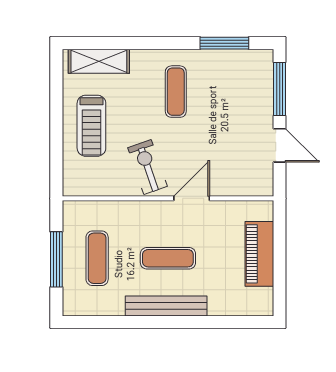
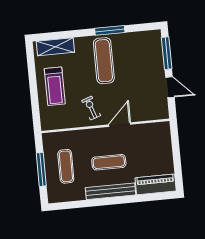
window: (224, 43) -> (110, 30), moved
exercise mat: (176, 92) -> (104, 61), width x1.36, depth x1.45
exercise bike: (148, 167) -> (91, 108), width x0.73, depth x0.72
piano: (259, 254) -> (156, 184), moved, turned 90

